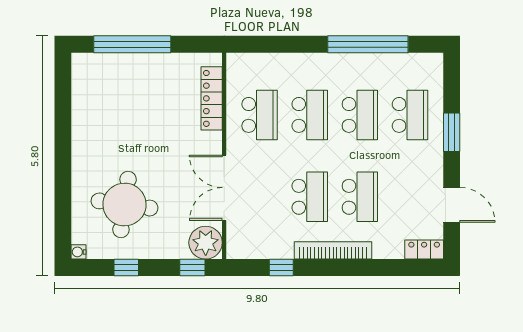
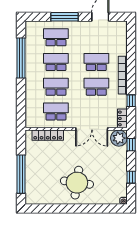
window: (452, 132) -> (64, 17), width x1.44
round table: (124, 204) -> (77, 183), moved
locker: (424, 250) -> (122, 118), moved

